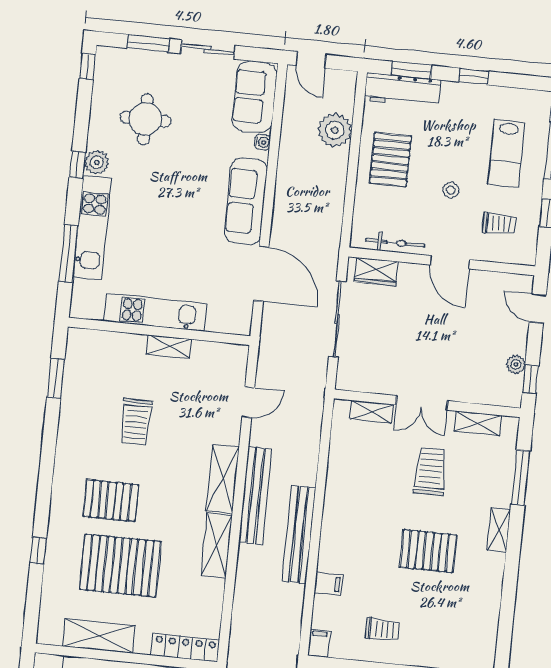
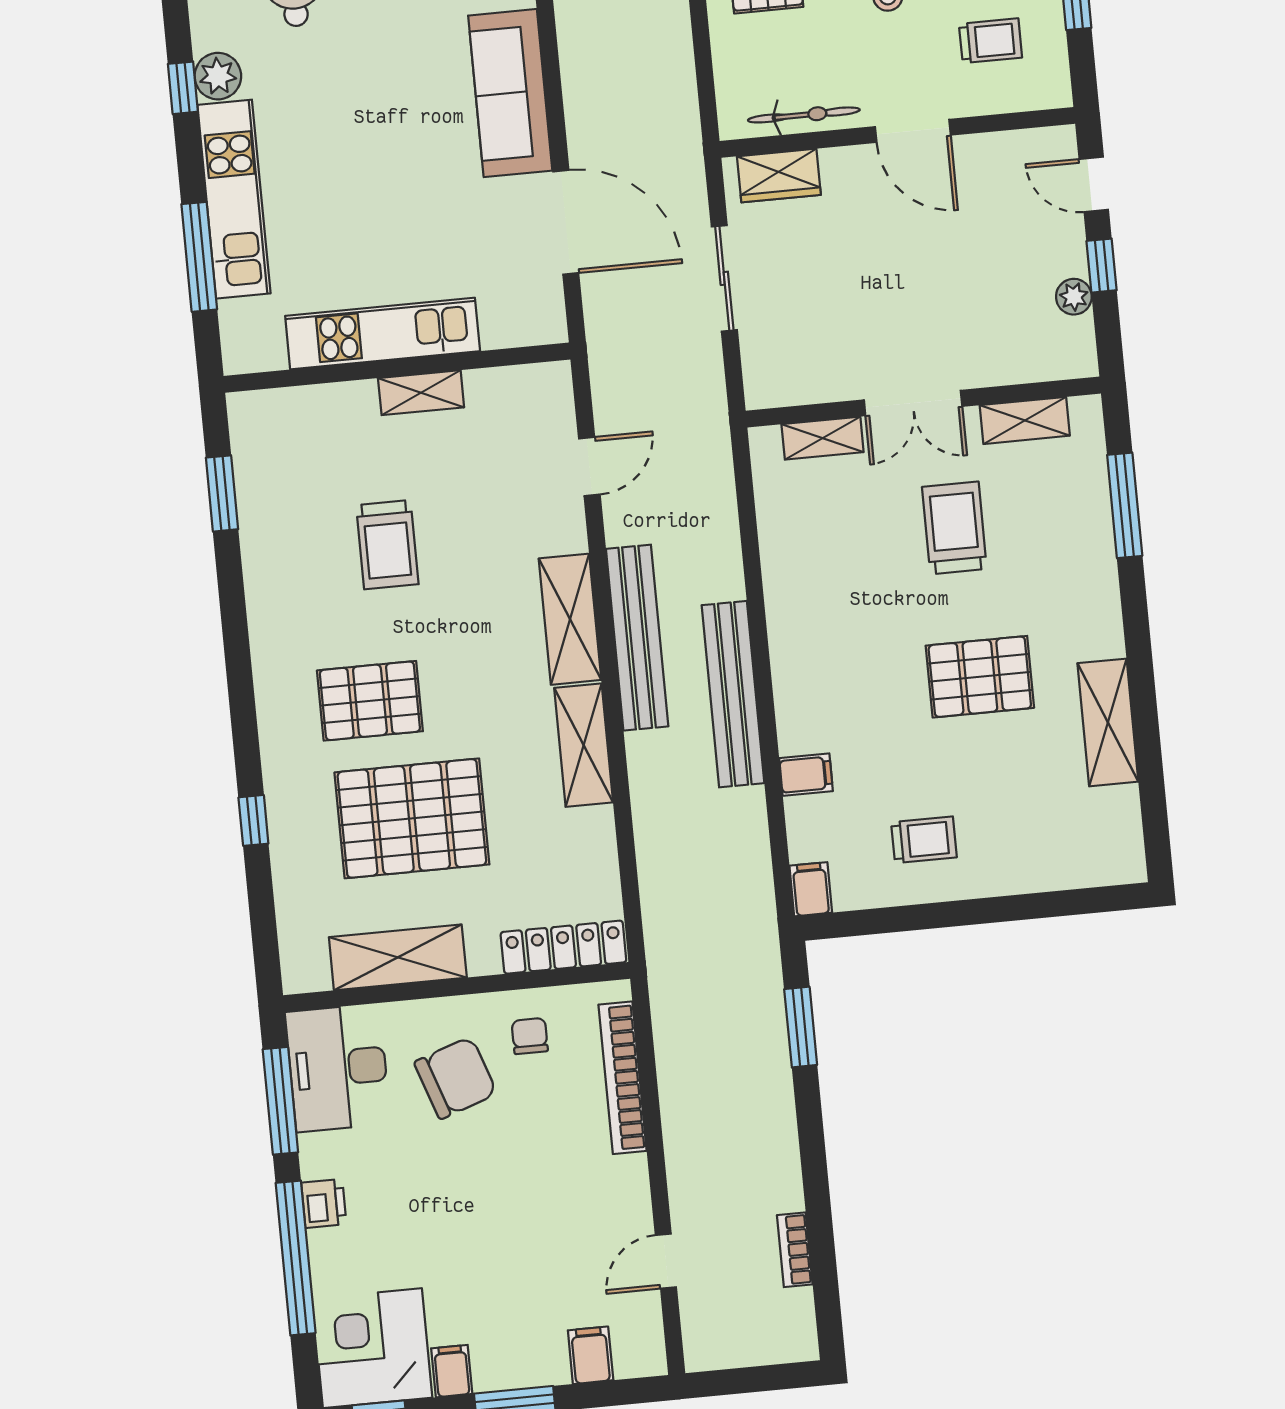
sliding door: (337, 319) -> (724, 278), width x0.73
window: (531, 379) -> (1102, 266), moved
shelving: (499, 530) -> (1108, 722), moved, width x1.50, depth x1.33

